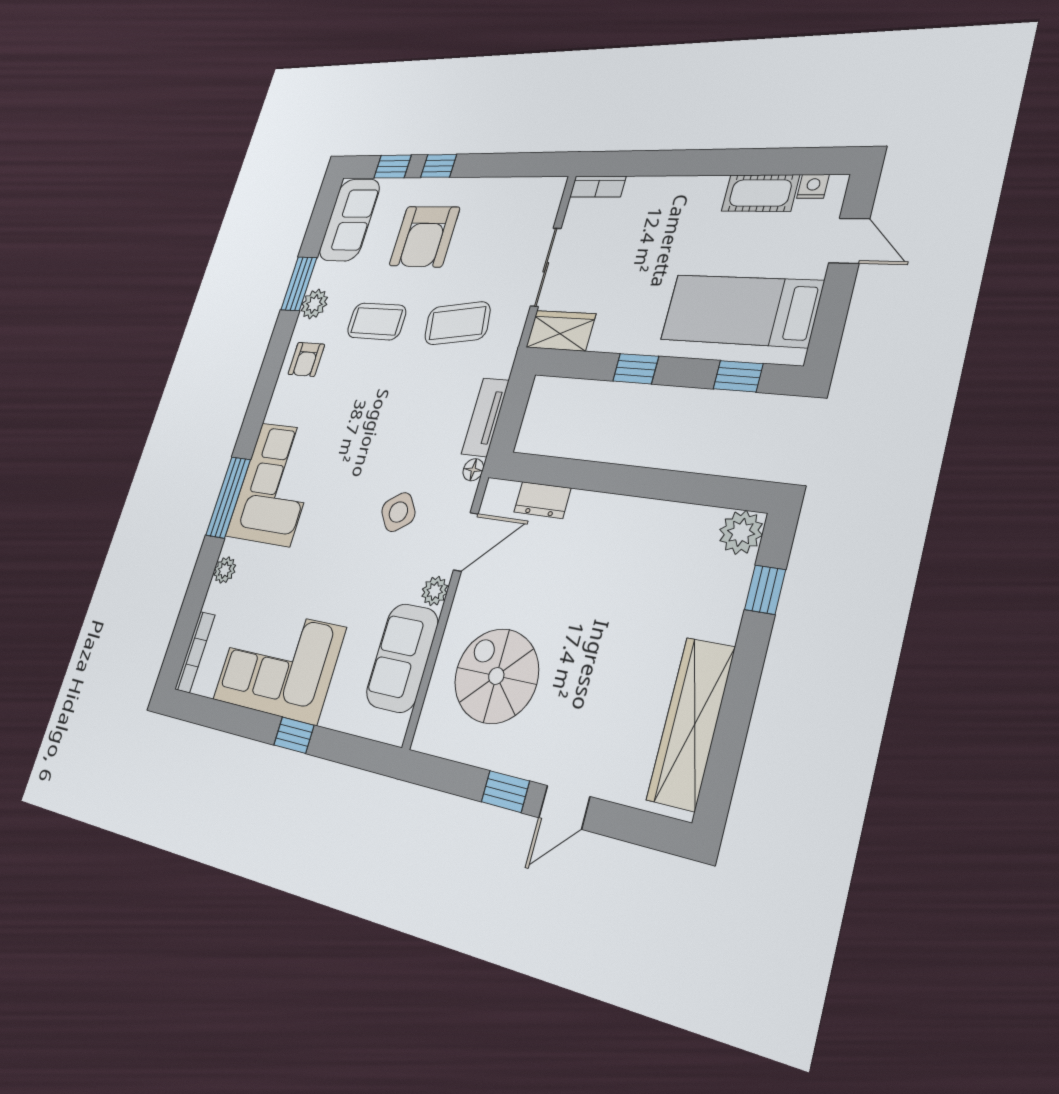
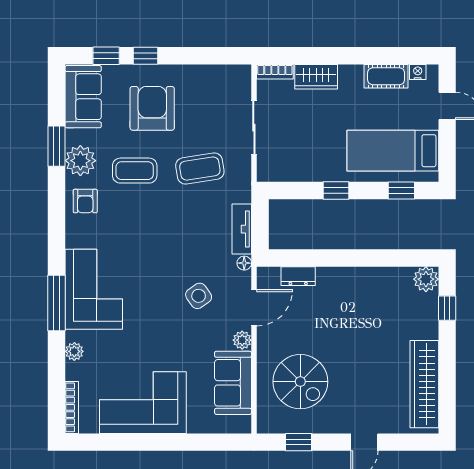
armchair: (424, 236) -> (152, 108), turned 180
plant: (314, 304) -> (80, 161), width x1.36, depth x1.36
wardrobe: (561, 331) -> (316, 77), moved, turned 180
spiral stairs: (496, 676) -> (300, 382), turned 180
window: (294, 735) -> (171, 442), removed
window: (505, 792) -> (299, 442), moved

